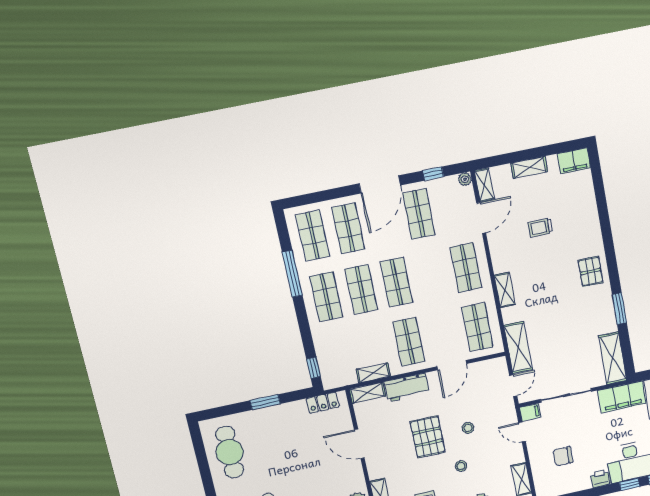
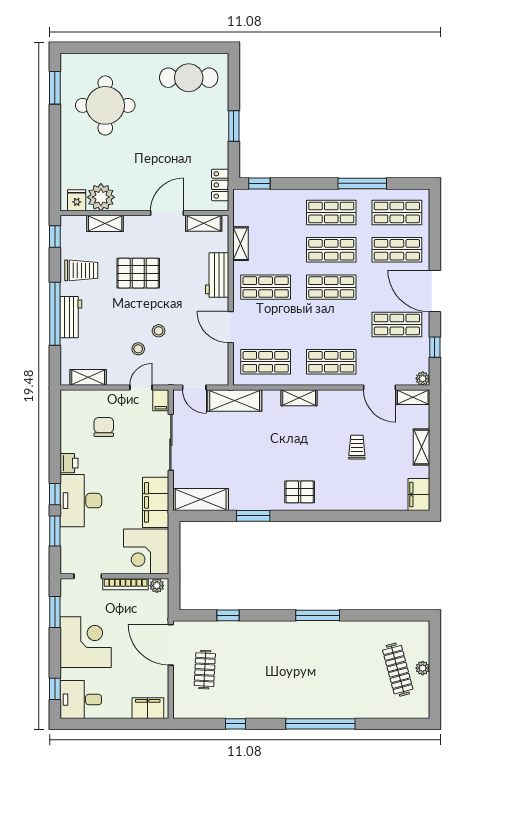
shelving: (367, 393) -> (204, 223), moved, turned 90
pallet: (428, 437) -> (138, 273), moved
stool: (461, 466) -> (138, 349), moved

